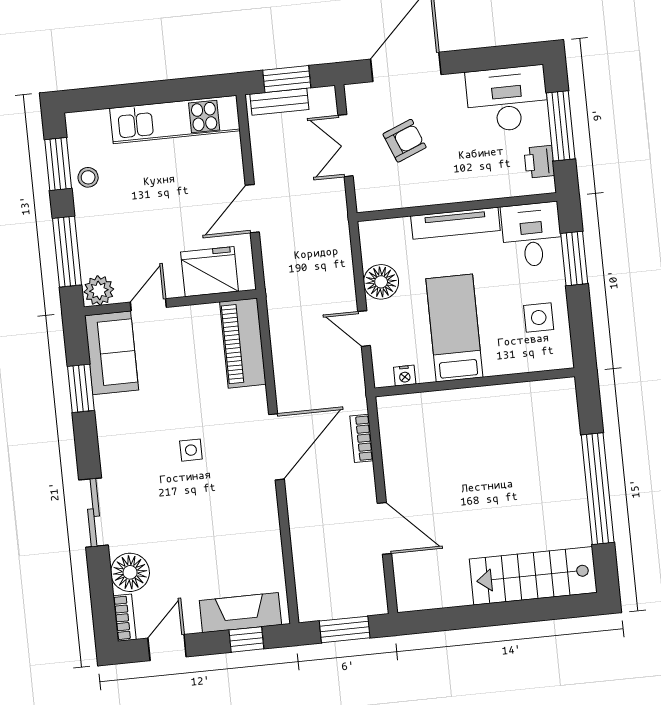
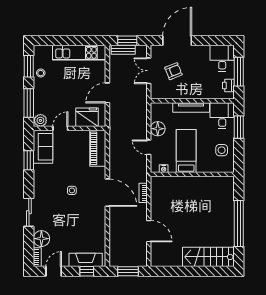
desk: (507, 99) -> (222, 58), width x0.73
door: (276, 447) -> (107, 193), hinge flipped

